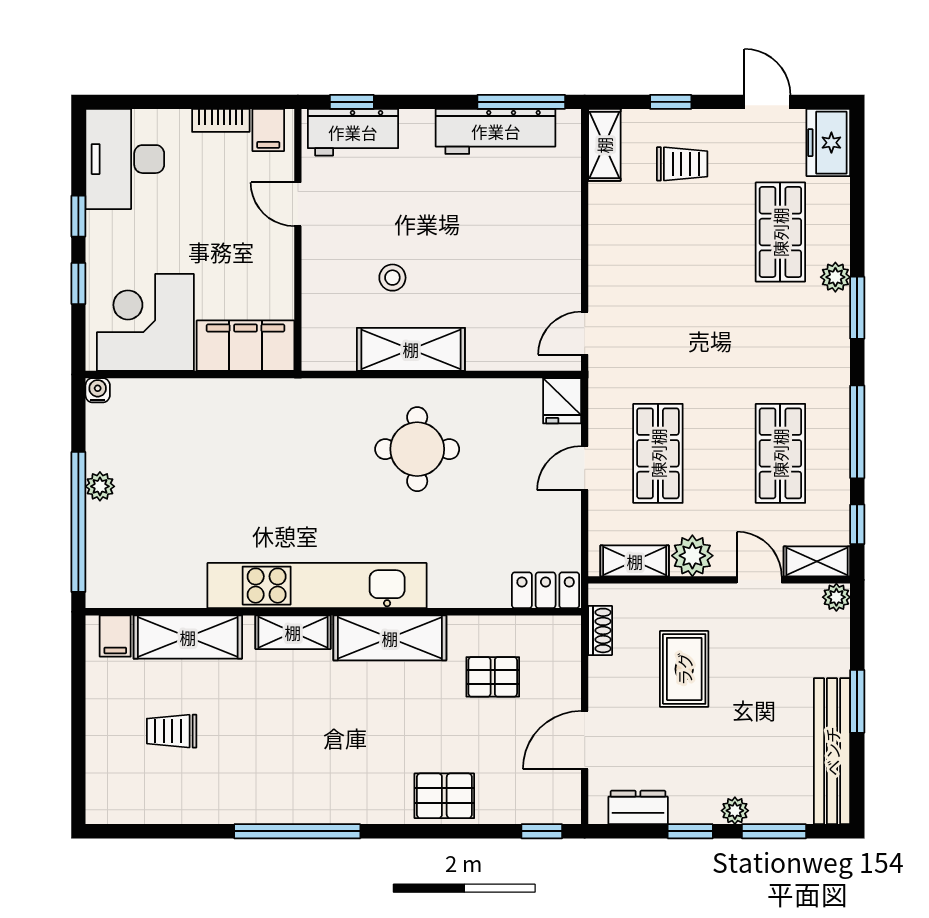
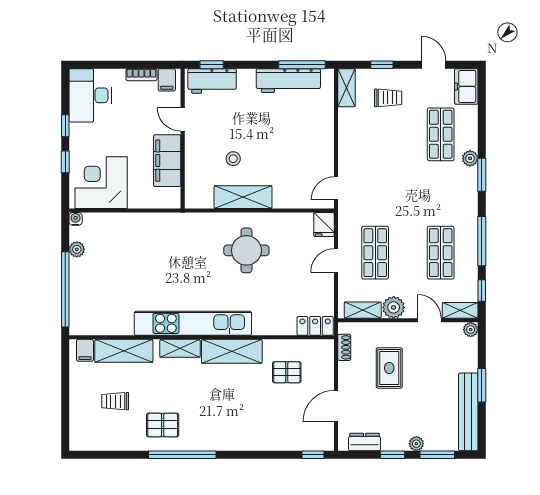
filing cabinet: (245, 346) -> (167, 161), moved, turned -90
plant: (100, 486) -> (77, 249), moved
pallet: (444, 796) -> (163, 425), moved

